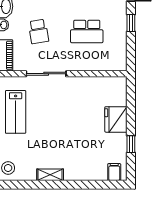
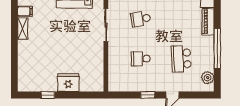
school desk: (87, 31) -> (141, 59), width x0.54
filing cabinet: (114, 172) -> (25, 11), moved

